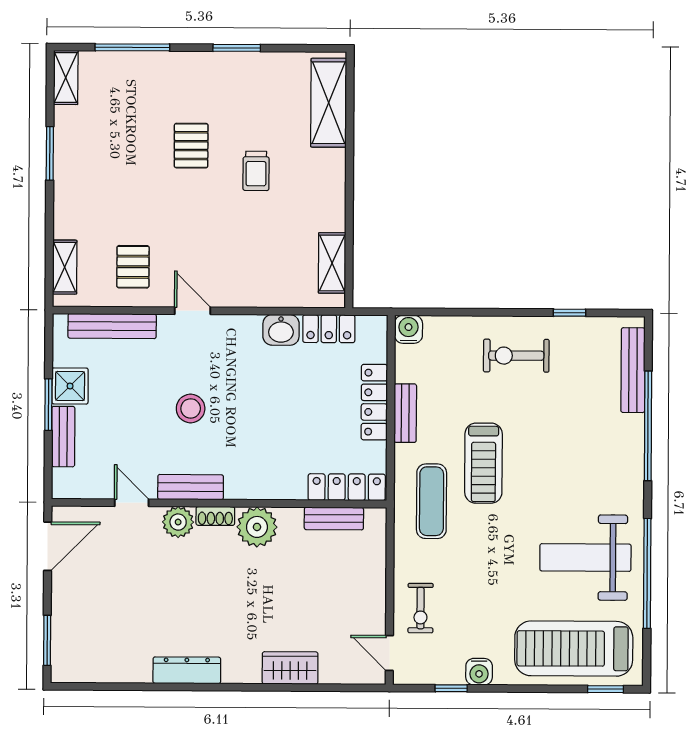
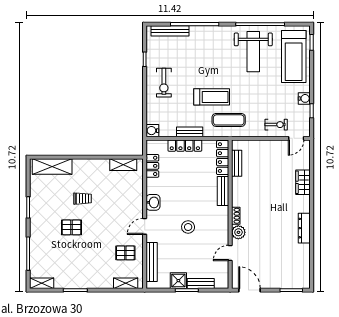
washbasin: (281, 330) -> (153, 202), moved
bench: (191, 487) -> (223, 191), moved
plant: (257, 527) -> (240, 197), removed

